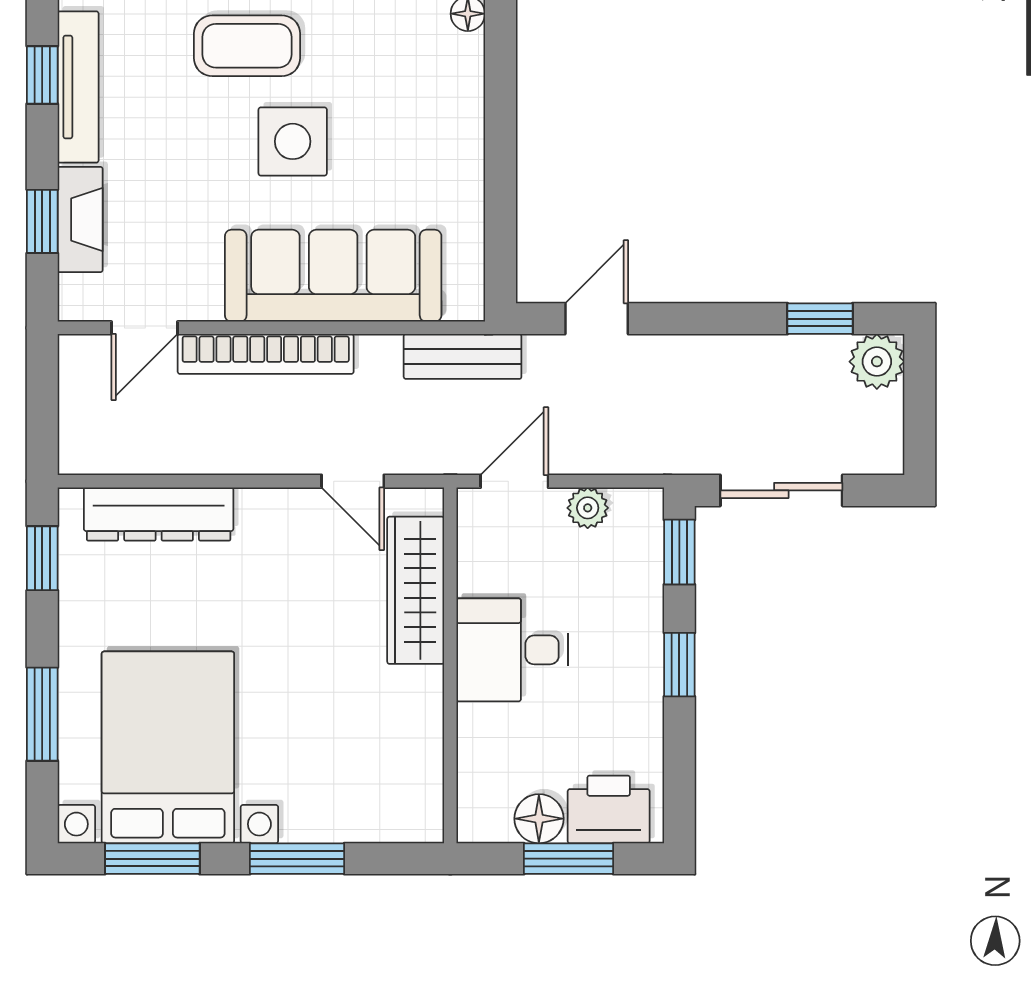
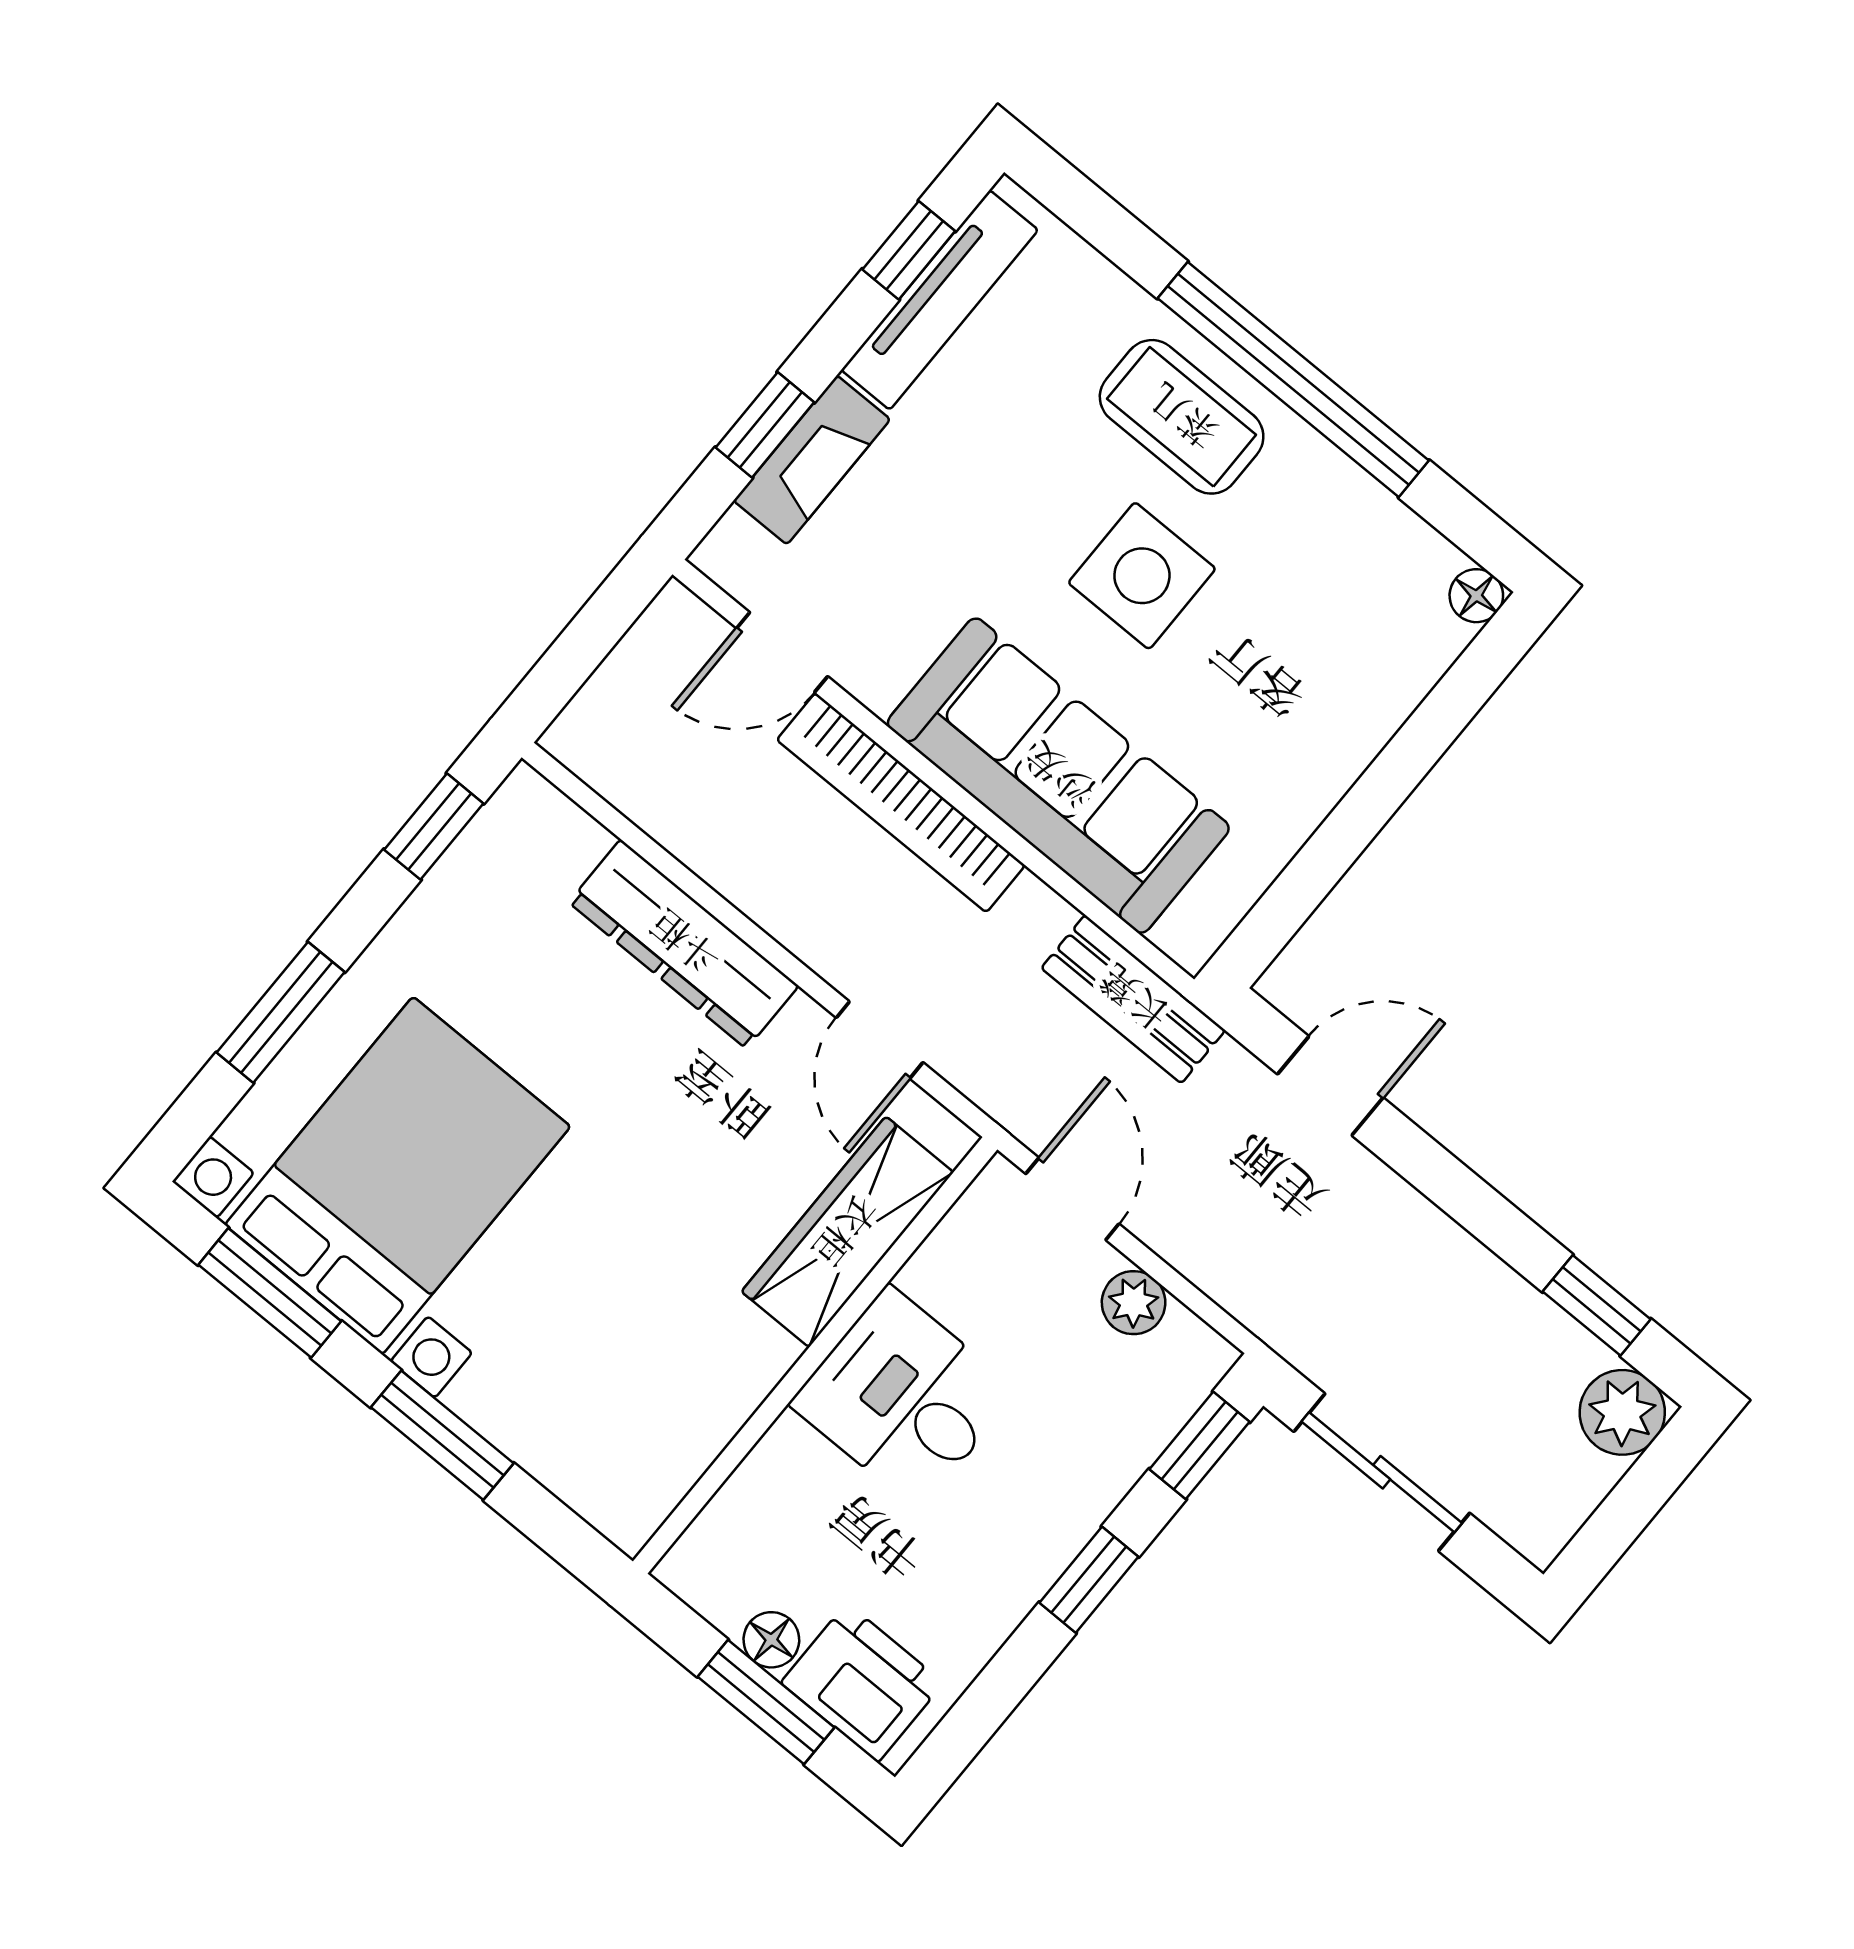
door: (514, 481) -> (1072, 1199), hinge flipped
dresser: (159, 514) -> (684, 944), moved
floor lamp: (539, 819) -> (771, 1640), width x0.73, depth x0.73

